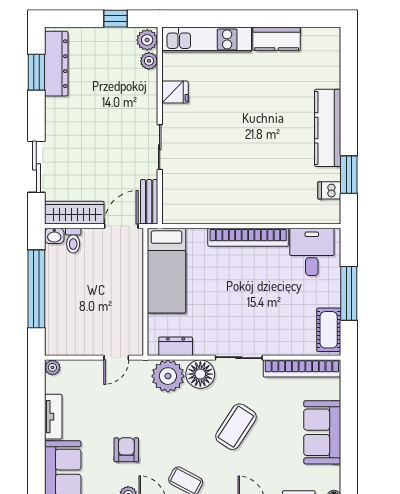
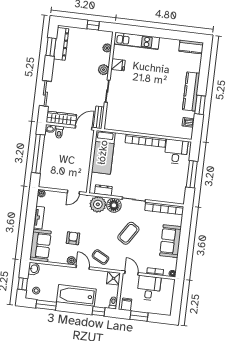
kitchen counter: (277, 39) -> (191, 47), moved
plant: (147, 40) -> (104, 70), moved
window: (349, 175) -> (200, 105), moved
cot: (329, 330) -> (180, 191), removed

